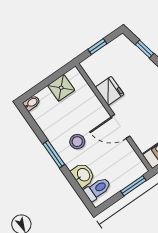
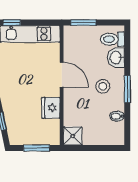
window: (97, 47) -> (37, 148), width x1.50
shower: (61, 88) -> (73, 136), moved
bidet: (32, 103) -> (117, 116), moved

